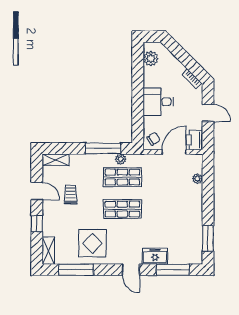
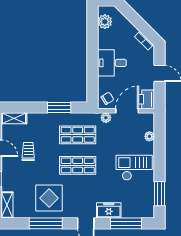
window: (103, 148) -> (59, 107), width x0.69
plant: (121, 159) -> (106, 118), moved
checkout: (181, 211) -> (134, 168), added
window: (76, 270) -> (46, 223), moved

